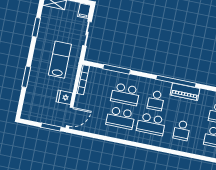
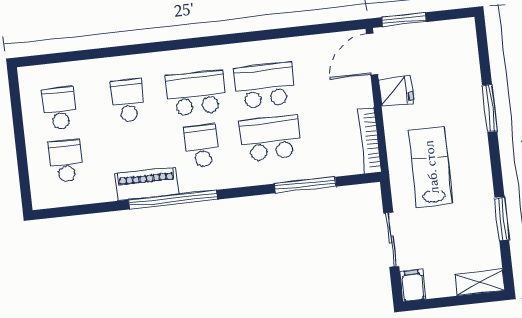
lab bench: (60, 60) -> (431, 167), turned 180

